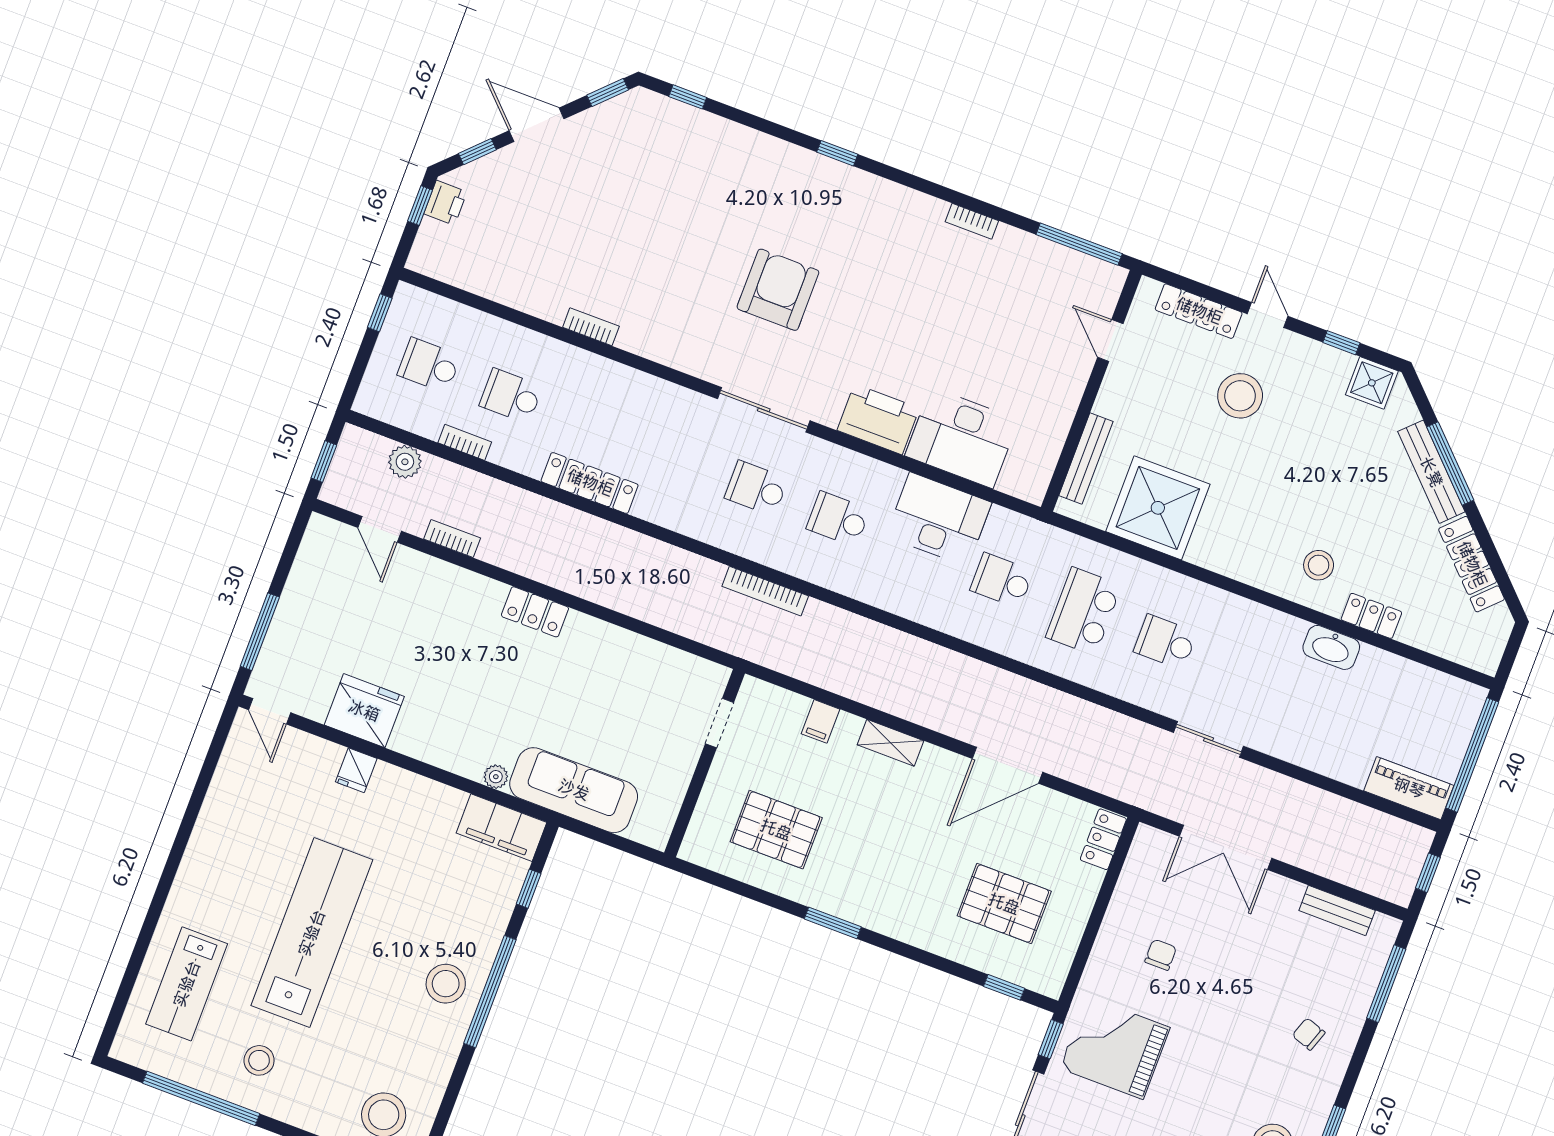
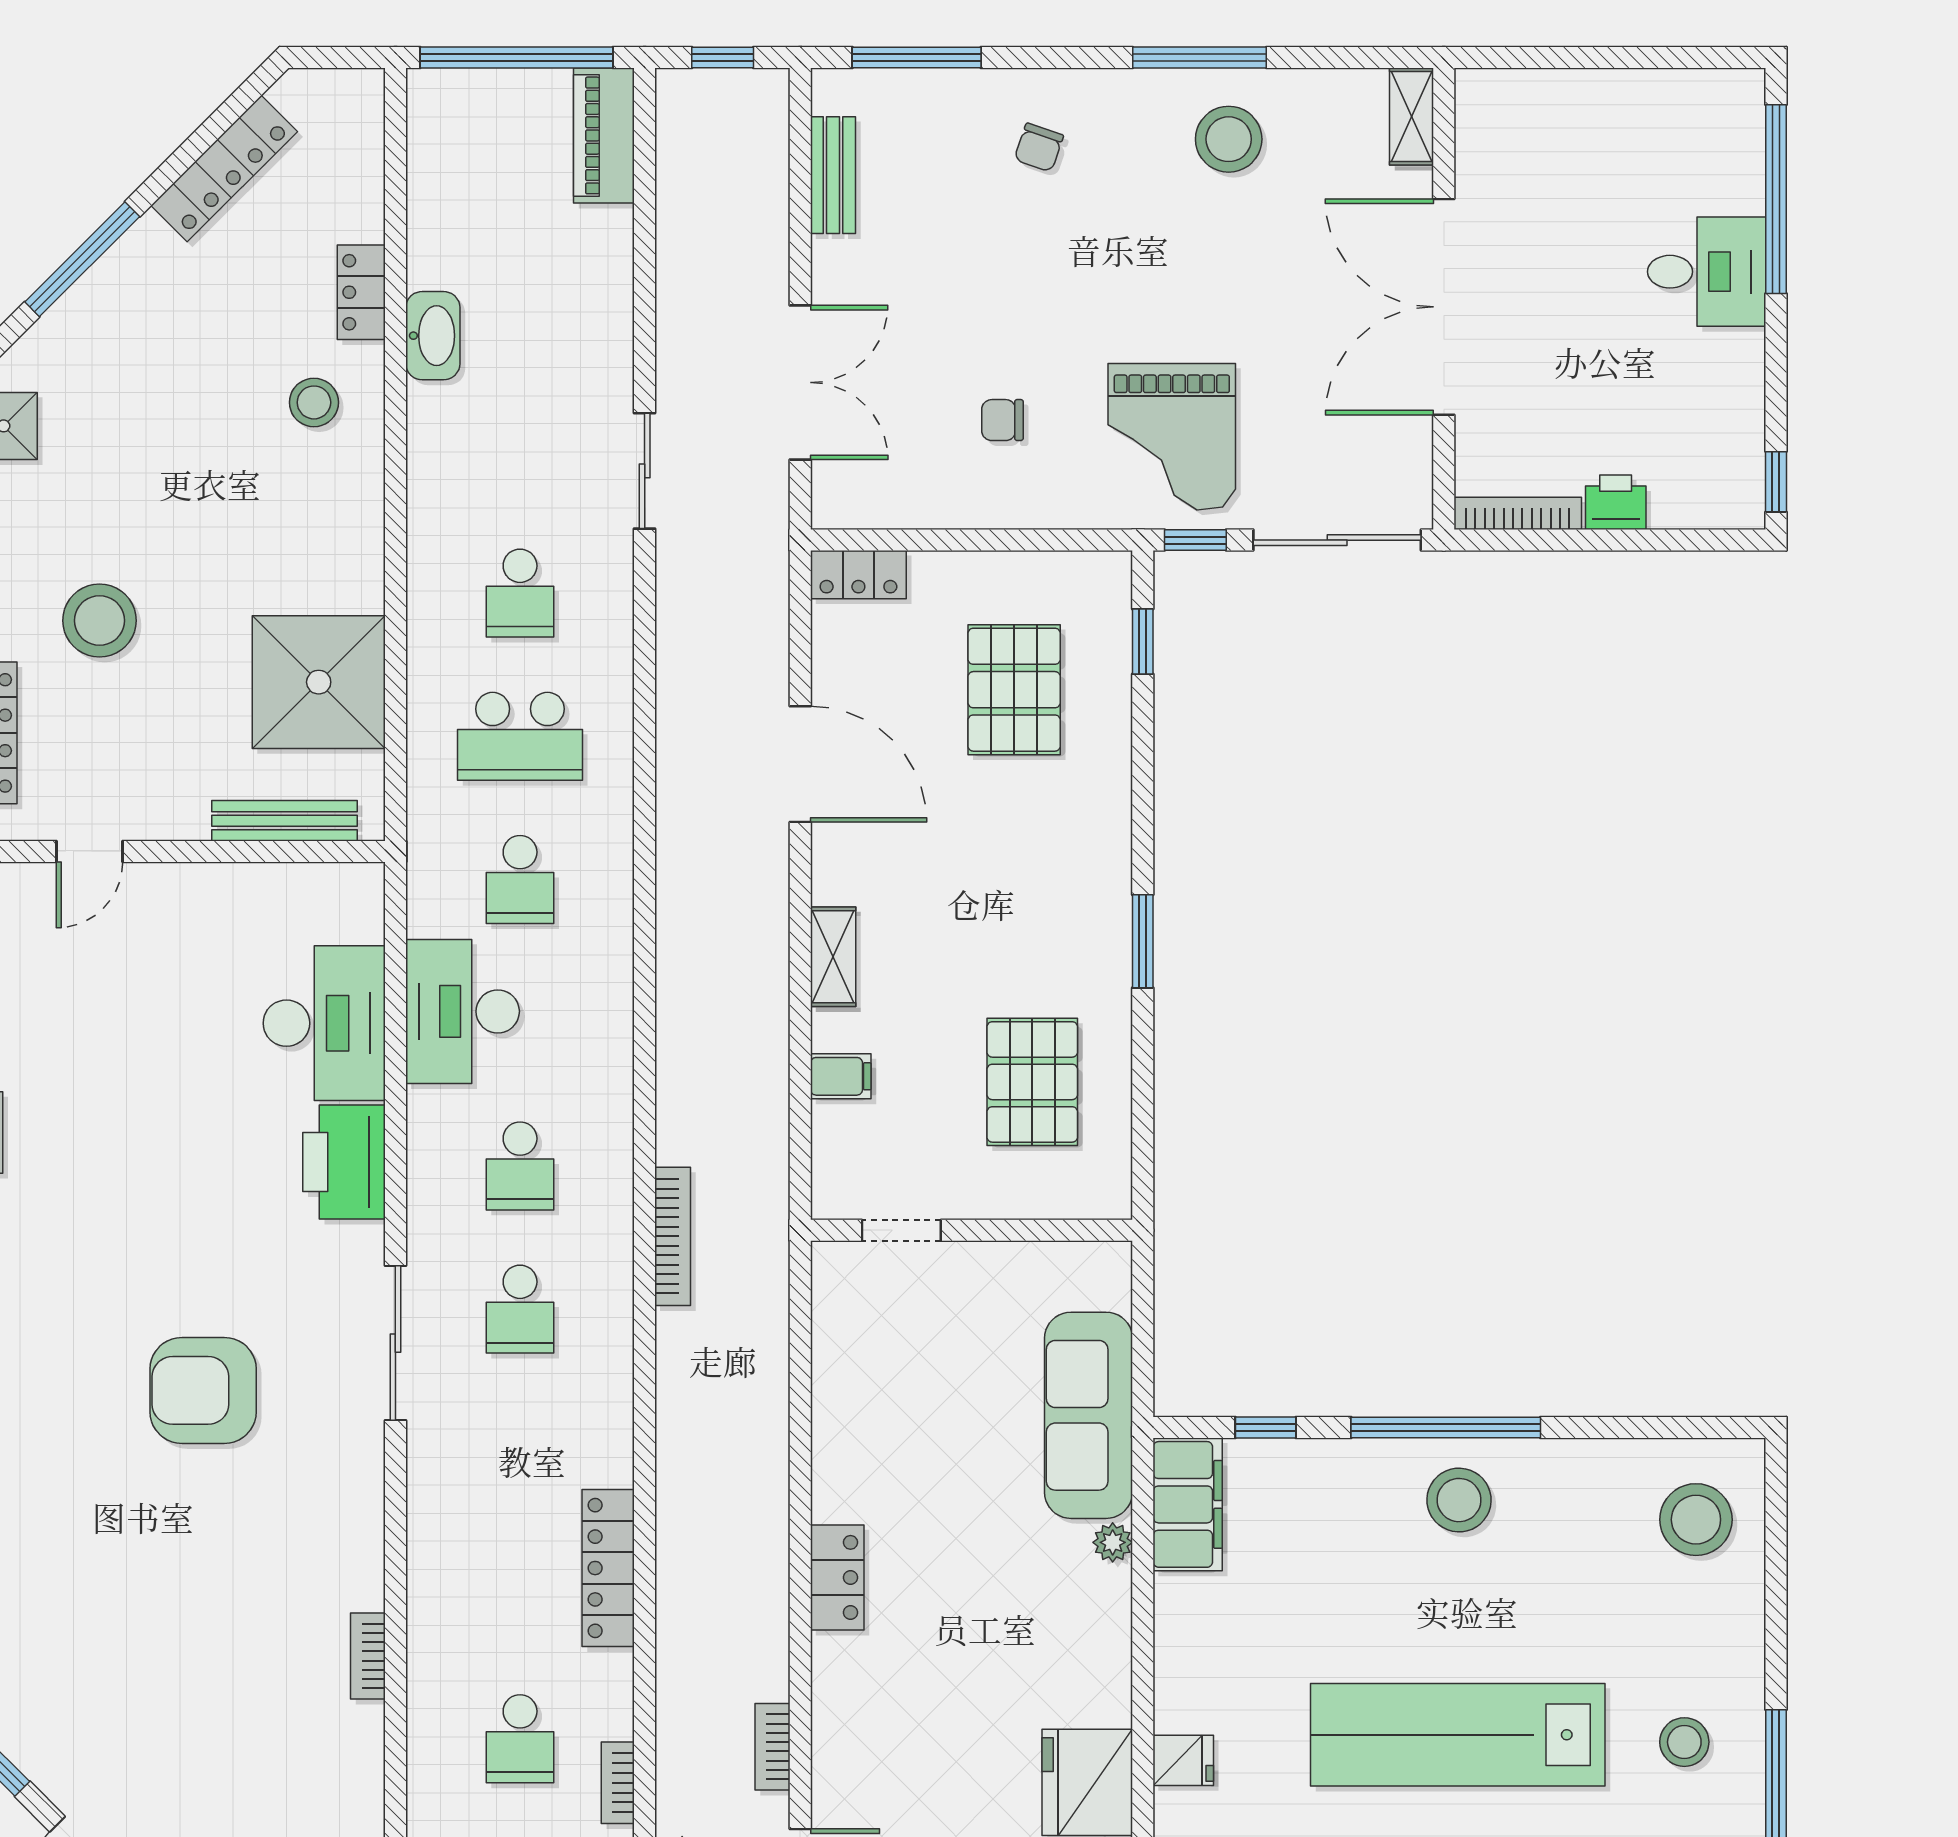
bench: (1431, 472) -> (106, 283), removed

